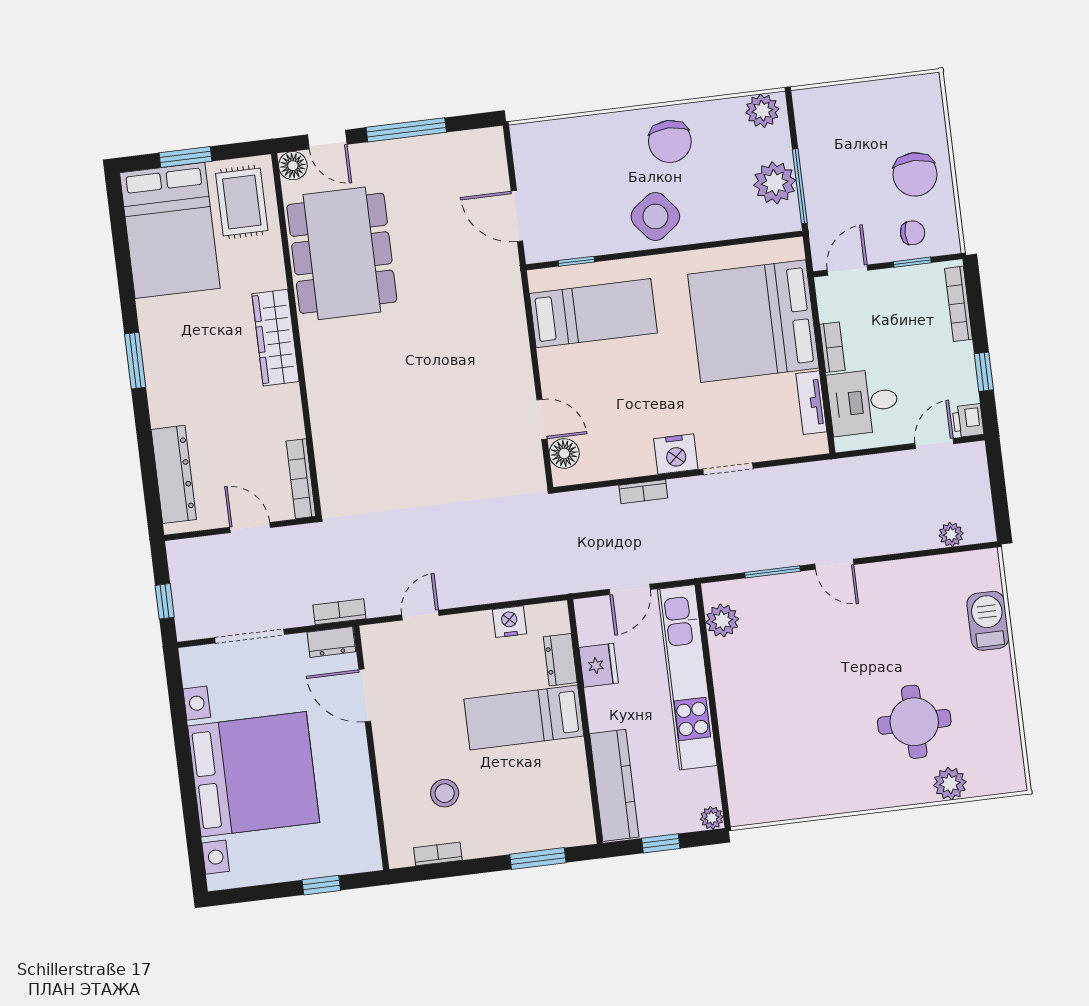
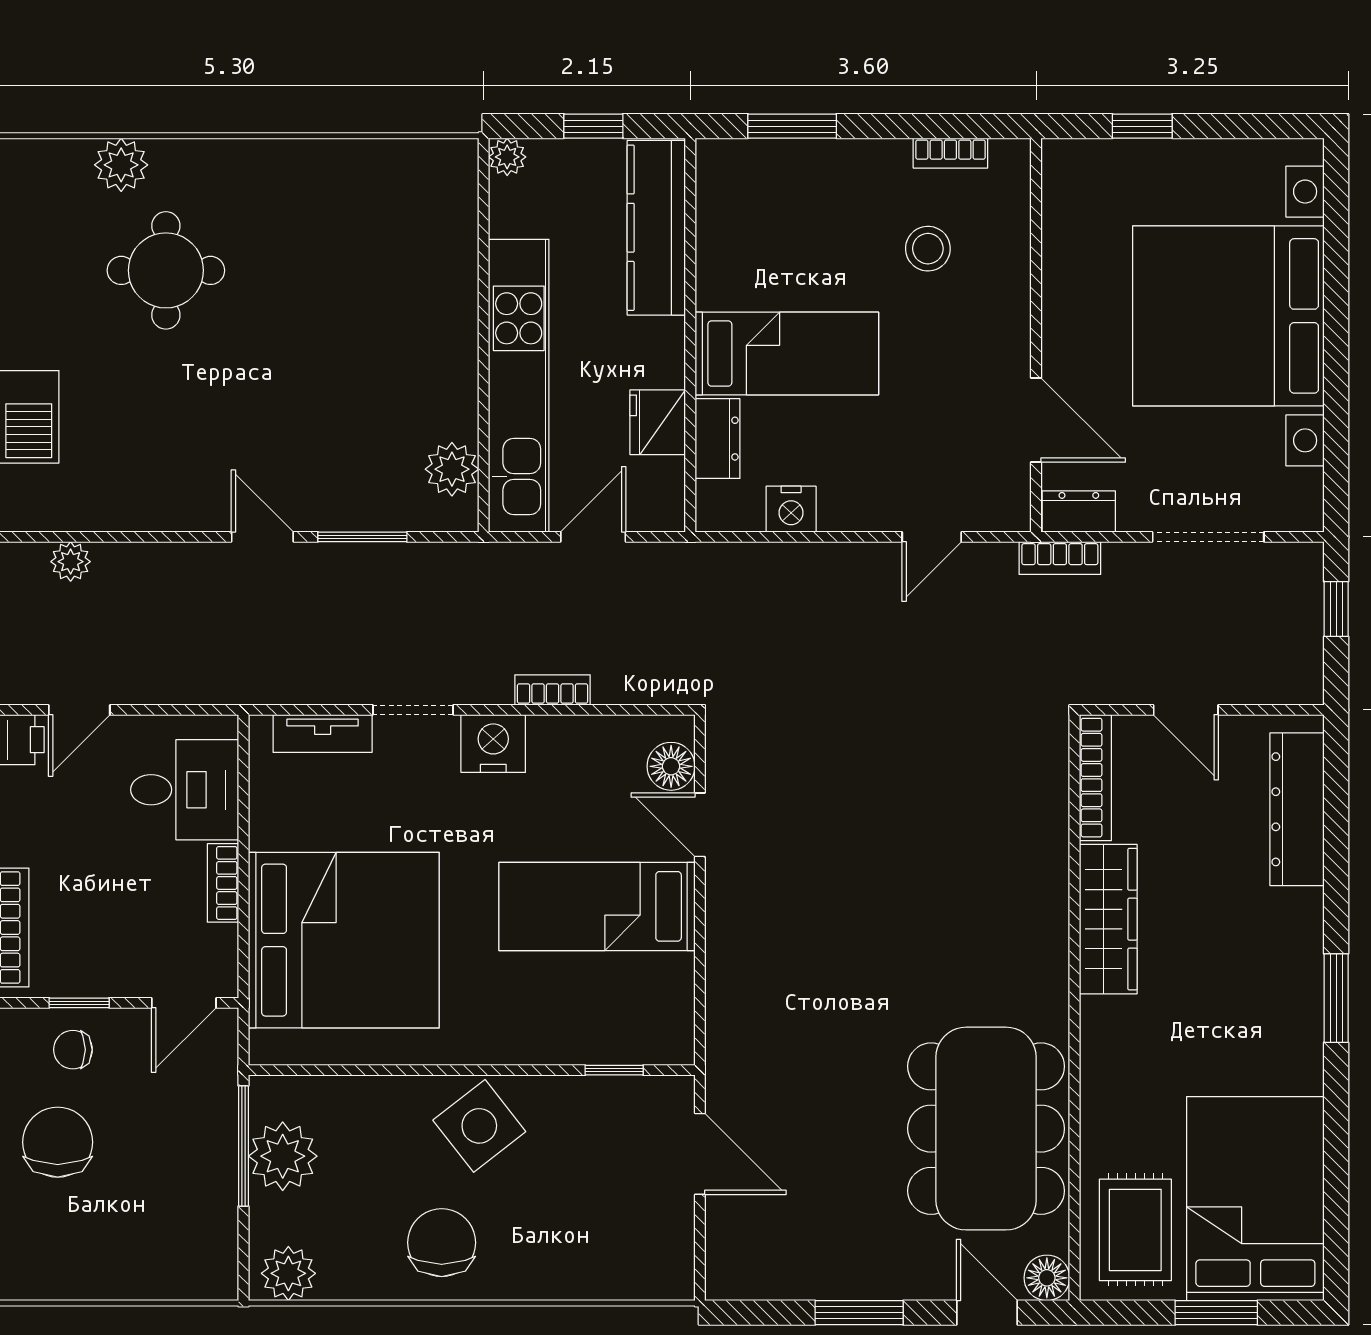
window: (406, 130) -> (859, 1313), width x0.69
bed: (593, 313) -> (597, 906), moved
wardrobe: (275, 338) -> (1108, 919), moved
tv unit: (811, 403) -> (323, 734), moved, turned 90

